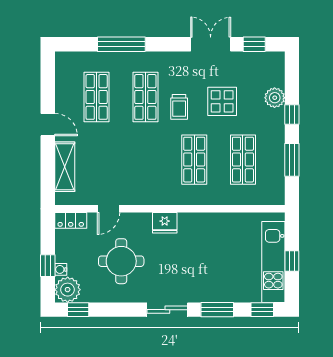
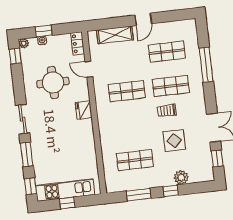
shop shelf: (194, 160) -> (127, 91), moved
plant: (68, 290) -> (24, 43), width x0.53, depth x0.53

